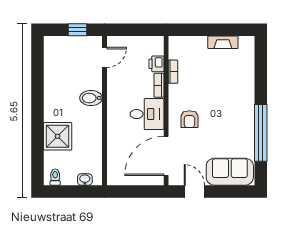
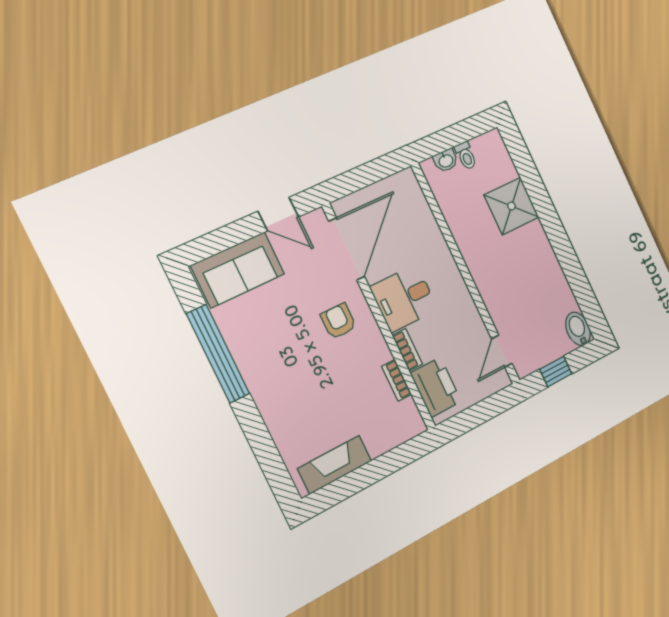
fireplace: (223, 42) -> (335, 465), width x1.37, depth x1.32
printer: (156, 64) -> (436, 387), width x1.87, depth x1.48
bidet: (91, 98) -> (578, 329), moved, turned -90
toilet: (55, 177) -> (466, 156), moved

